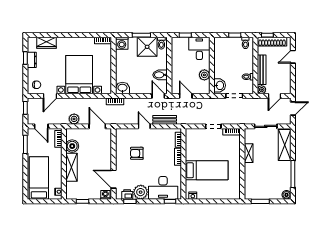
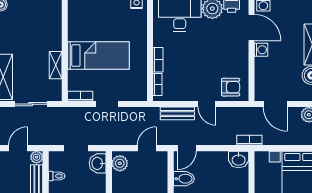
plant: (204, 75) -> (120, 163), moved
door: (158, 96) -> (187, 148), hinge flipped
door: (186, 96) -> (147, 148), swing flipped
armchair: (137, 153) -> (231, 87), moved
washing machine: (107, 164) -> (261, 50), added
bed: (207, 170) -> (98, 56), moved, turned 180

